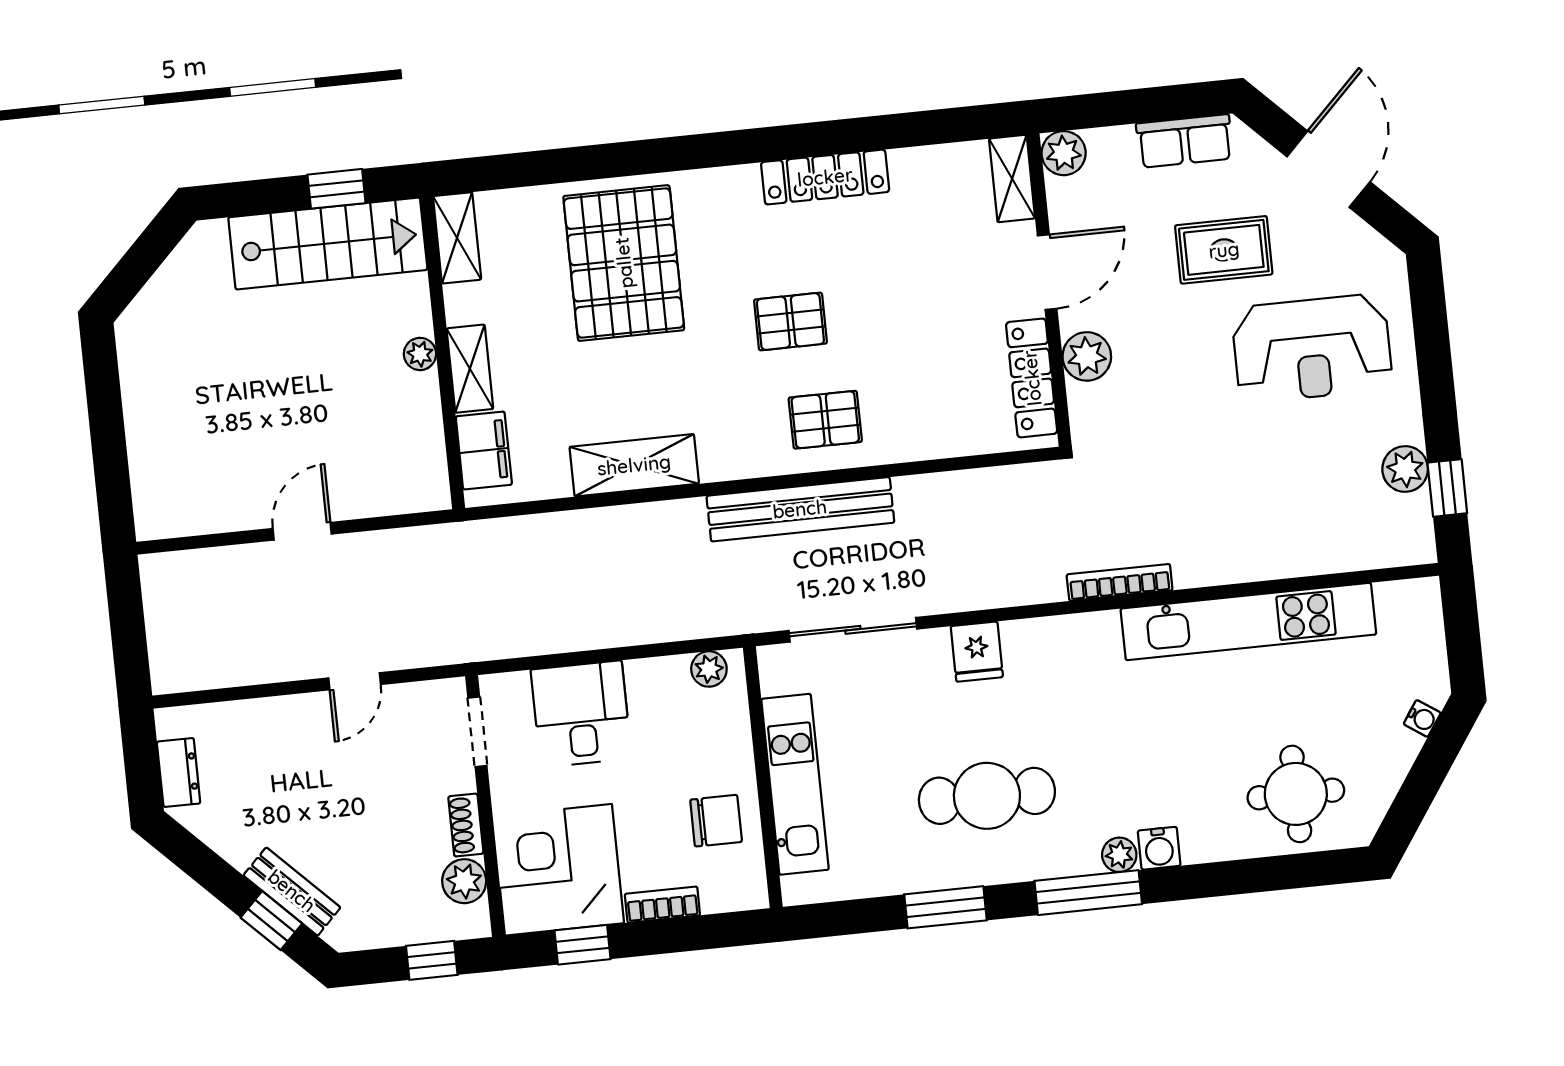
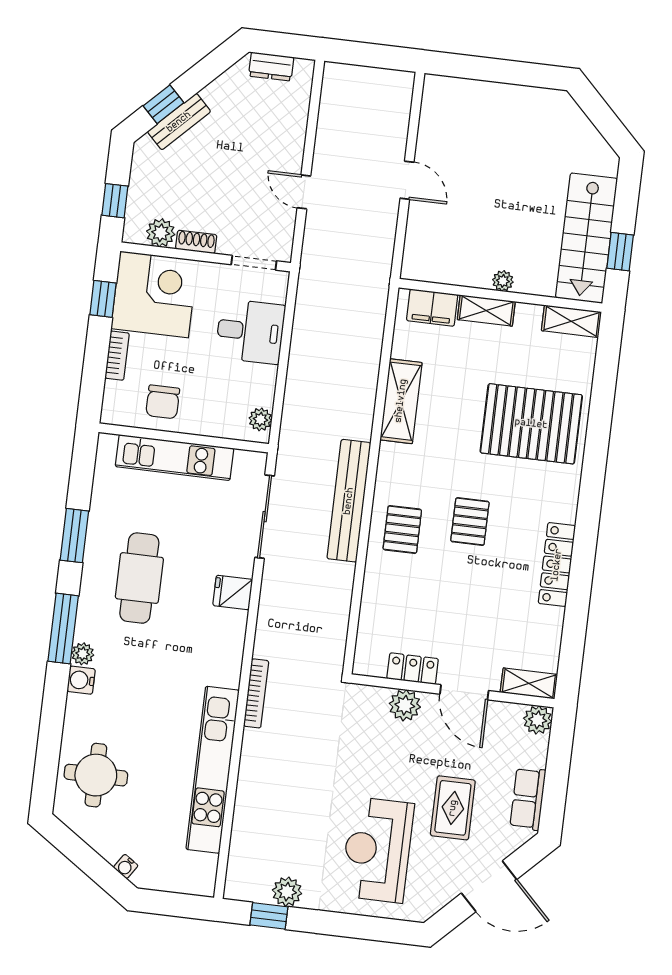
locker: (1032, 378) -> (413, 669), width x0.66

